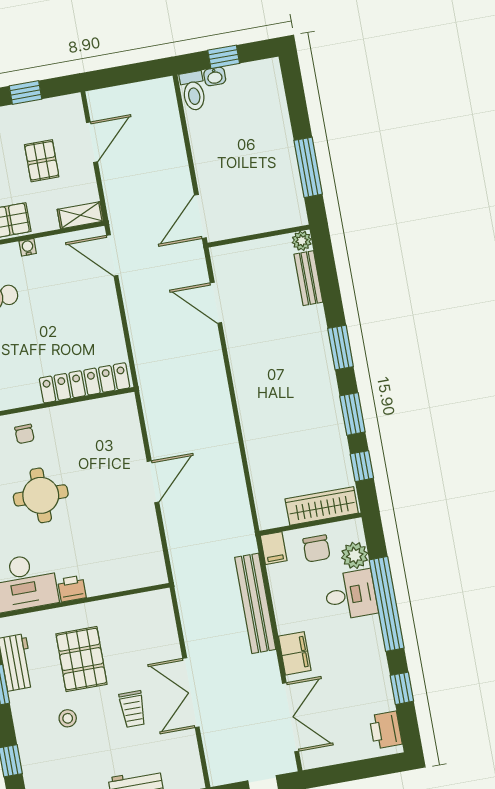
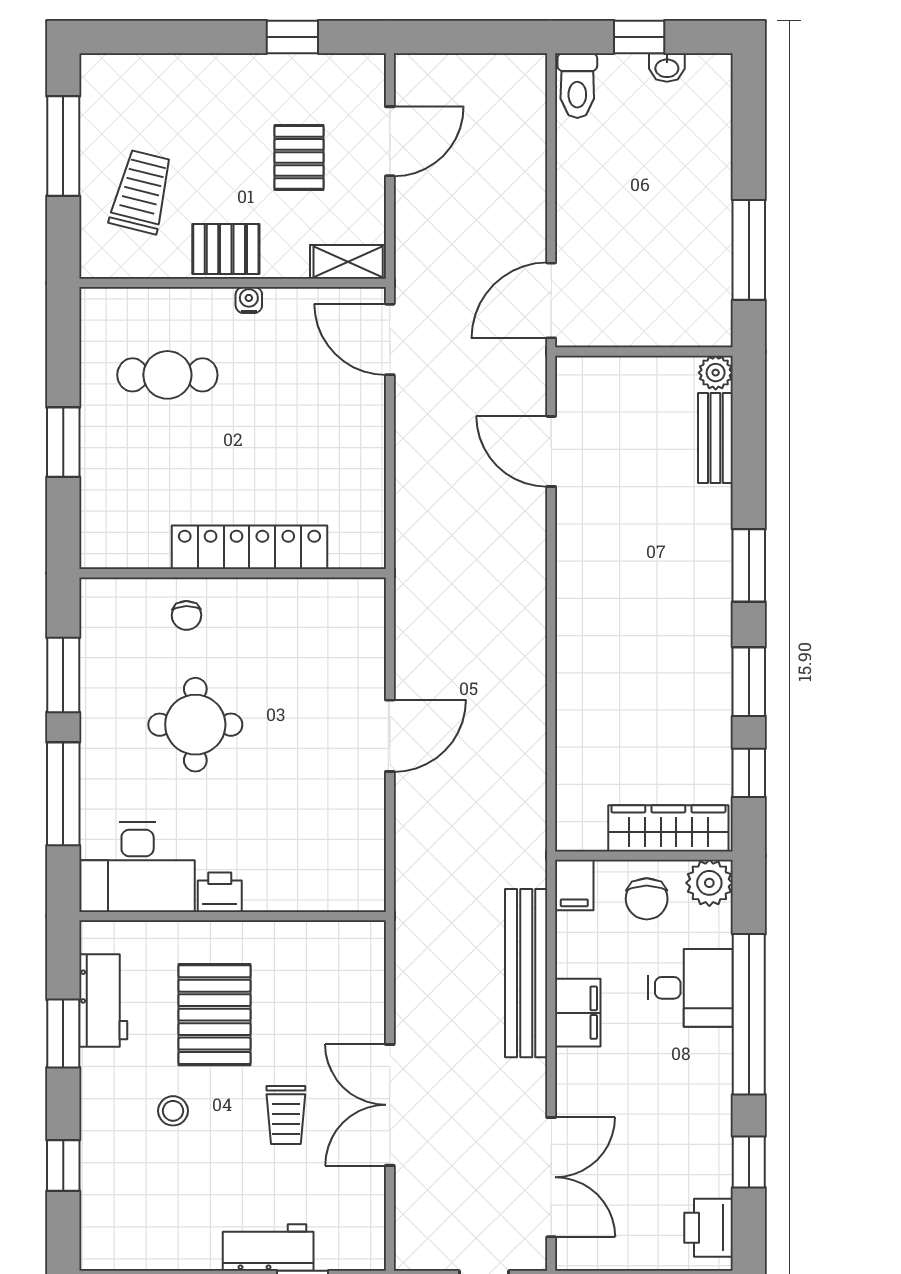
washbasin: (215, 76) -> (667, 67), moved
locker: (85, 383) -> (249, 547), moved
plant: (355, 555) -> (709, 883), moved
filing cabinet: (295, 653) -> (578, 1013), moved

